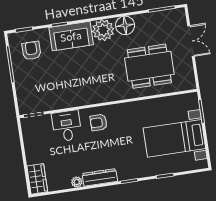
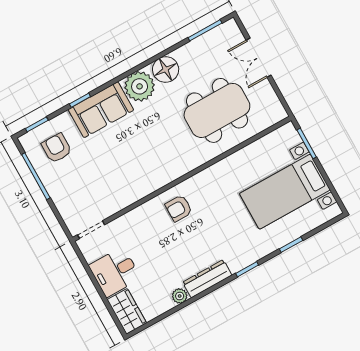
double door: (191, 41) -> (259, 58), swing flipped
desk: (67, 126) -> (115, 272), moved, turned -90

